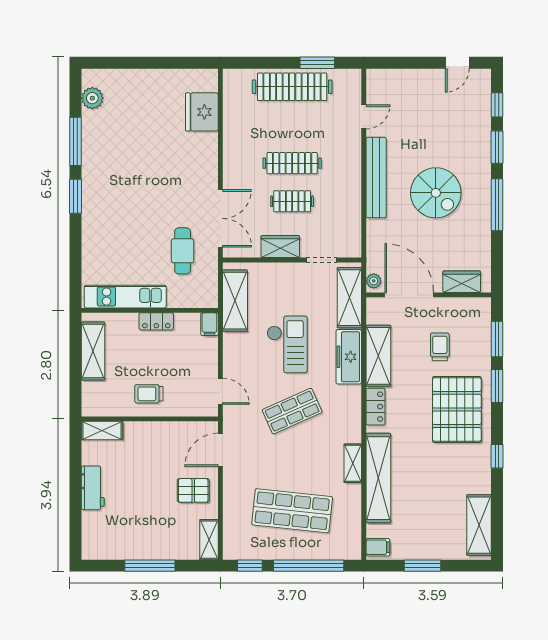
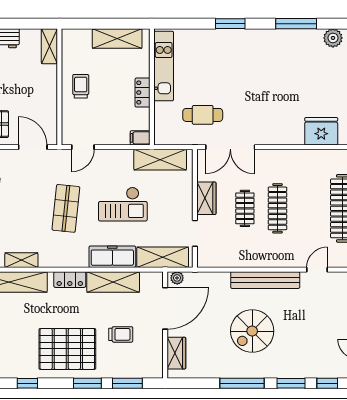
door: (364, 117) -> (317, 270), swing flipped
window: (76, 196) -> (230, 24), moved
shop shelf: (292, 411) -> (66, 208), turned 30

